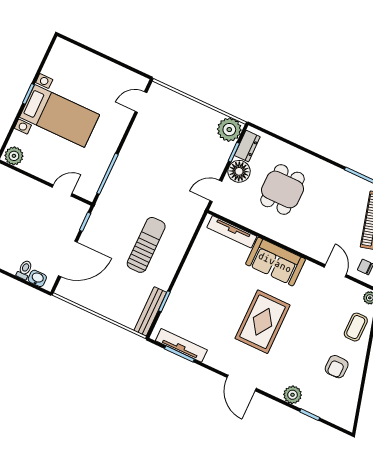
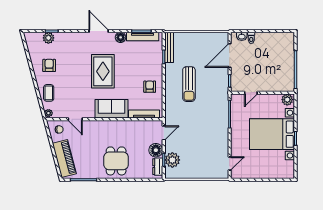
bed with nightstands: (60, 116) -> (272, 134), width x1.36
plant: (229, 130) -> (172, 160), moved
dining table: (283, 189) -> (116, 161), moved
armchair: (205, 268) -> (150, 87), added
floor lamp: (214, 359) -> (121, 37), added
plant: (293, 395) -> (48, 38), moved

